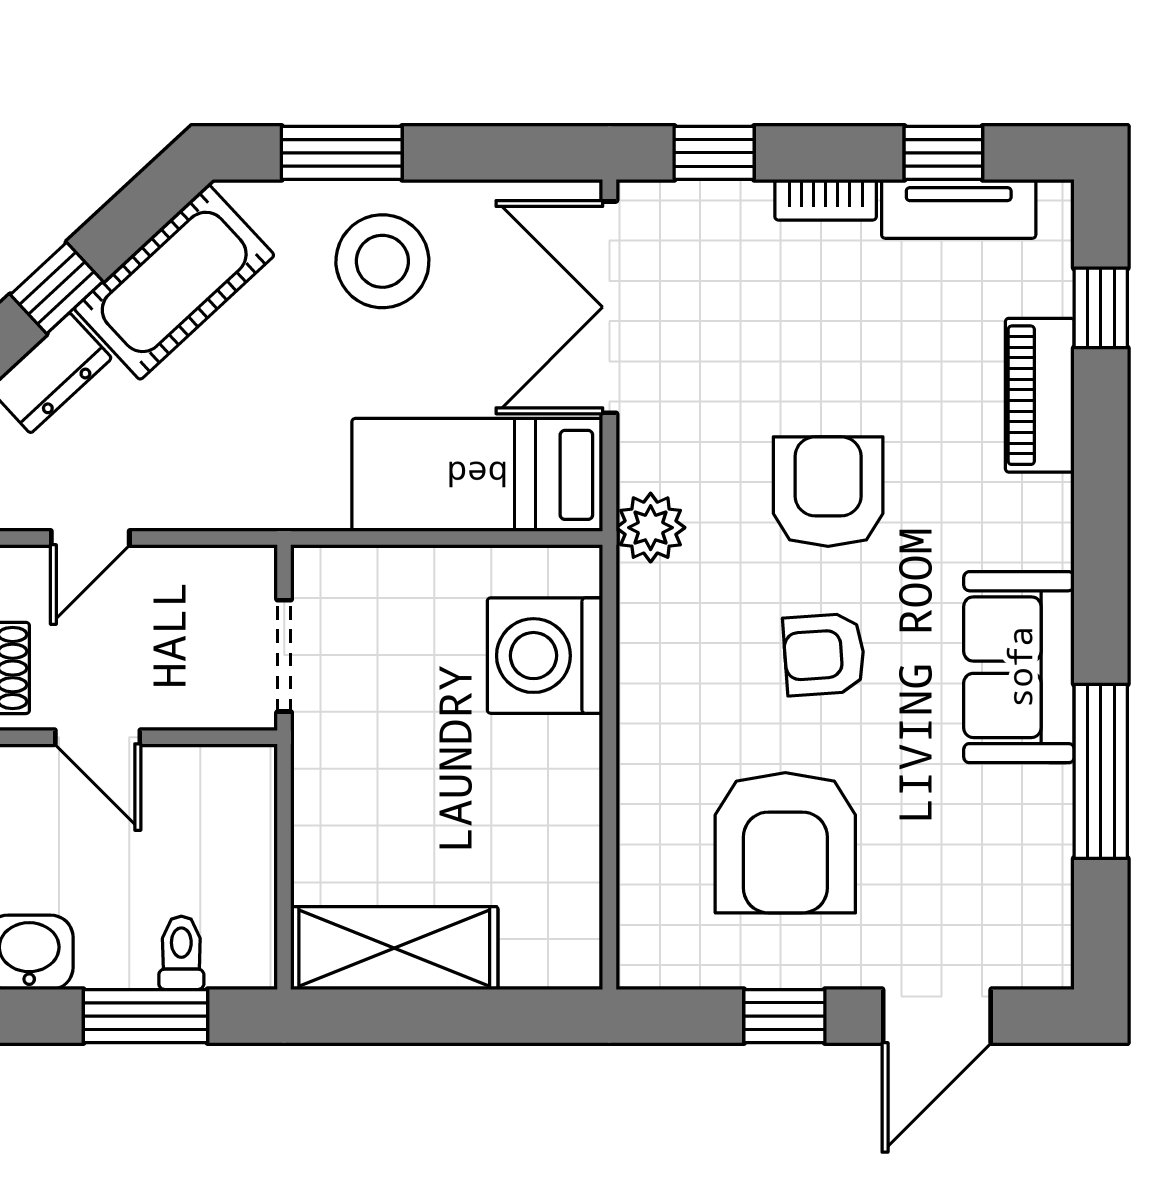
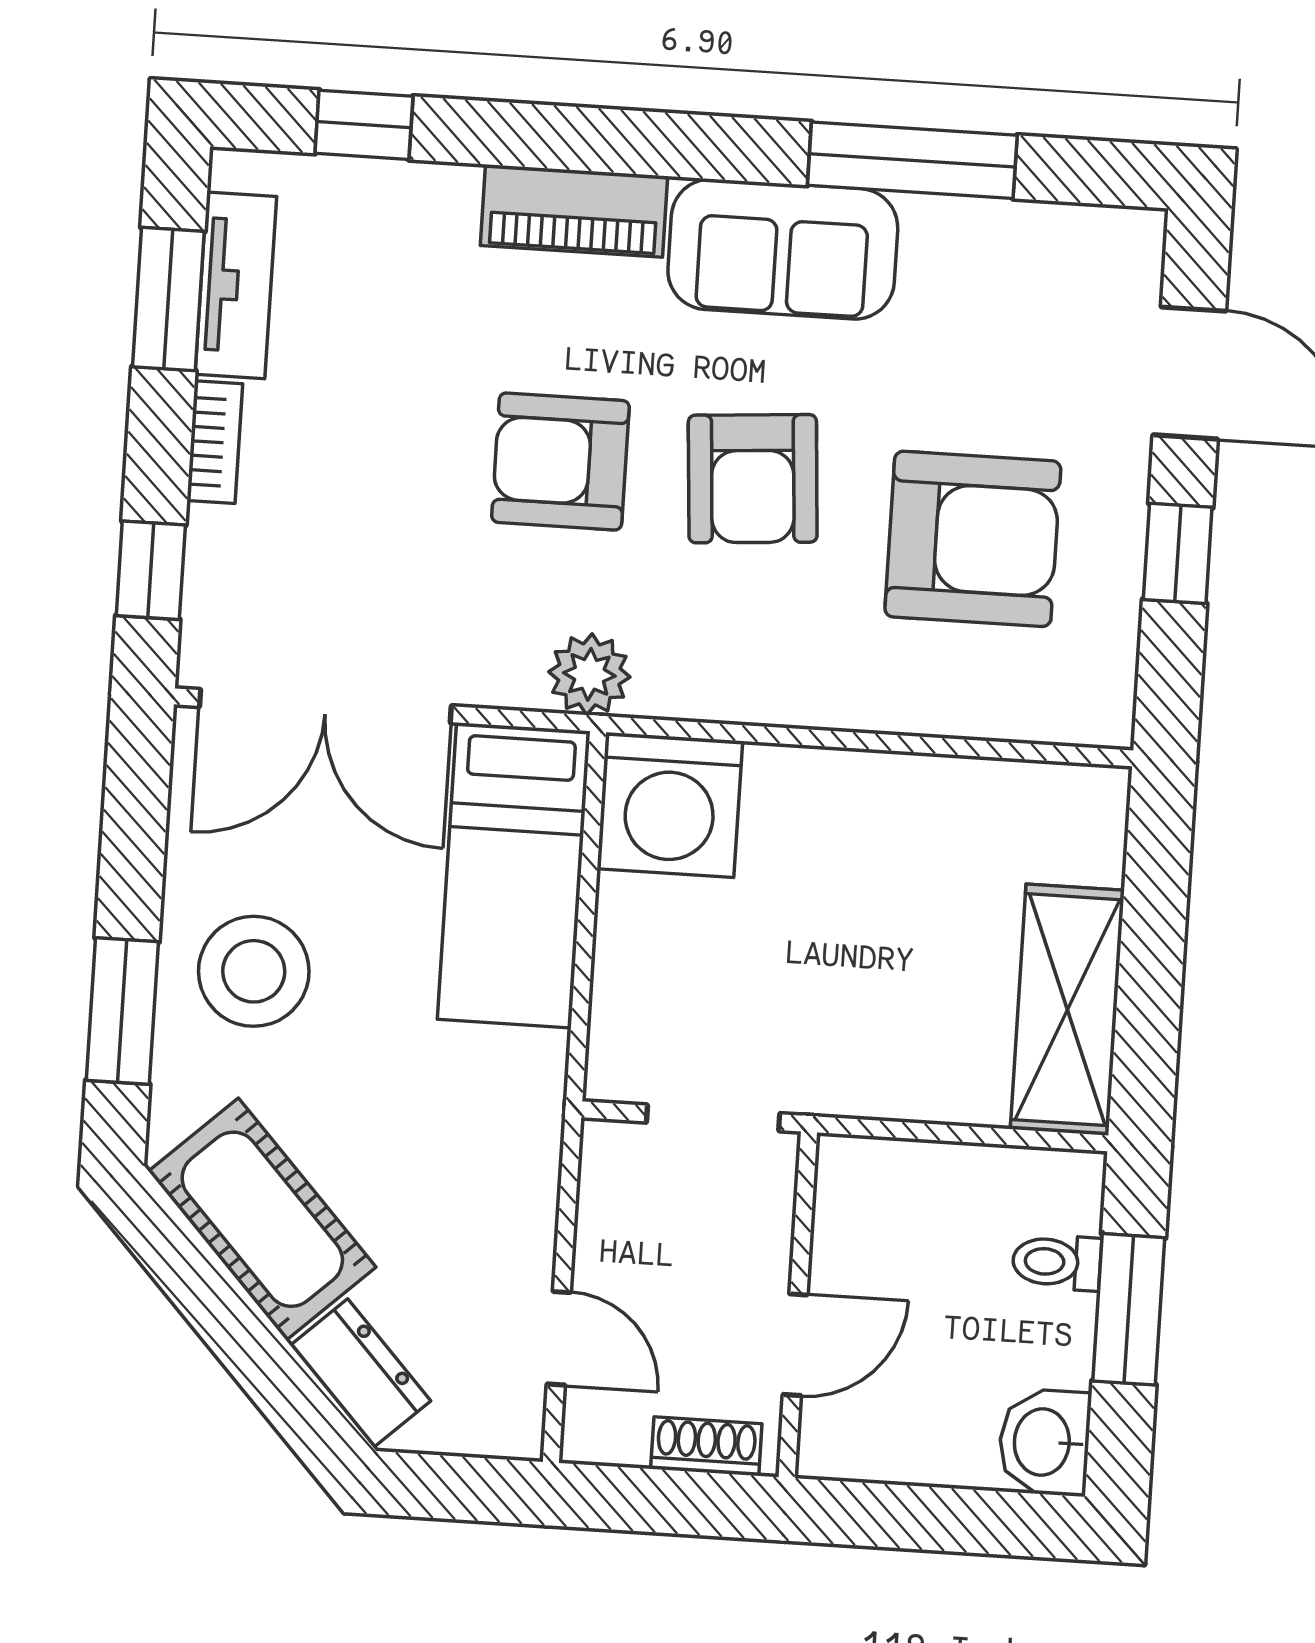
window: (943, 153) -> (168, 299), width x1.50
window: (57, 288) -> (260, 1359), removed
piano: (1040, 395) -> (574, 211), moved
armchair: (824, 654) -> (753, 479), width x1.38, depth x1.38
washing machine: (545, 656) -> (670, 805), moved

